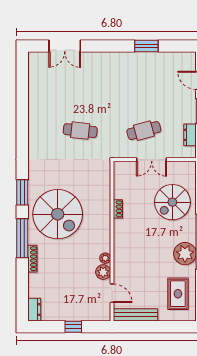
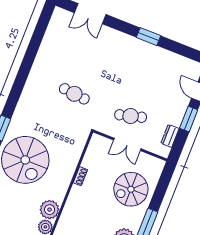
window: (146, 46) -> (149, 37), moved
plant: (105, 258) -> (50, 210), width x1.88, depth x1.88

